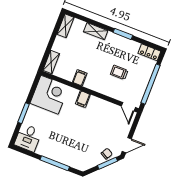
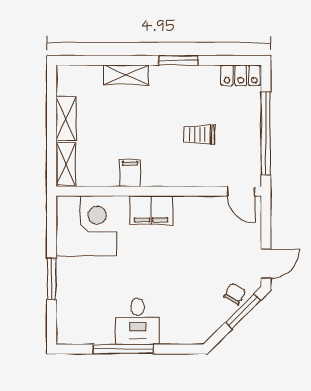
shelving: (65, 26) -> (66, 119), moved
filing cabinet: (83, 99) -> (151, 210), width x2.00
desk: (28, 138) -> (138, 321), moved
window: (55, 163) -> (123, 349), moved

